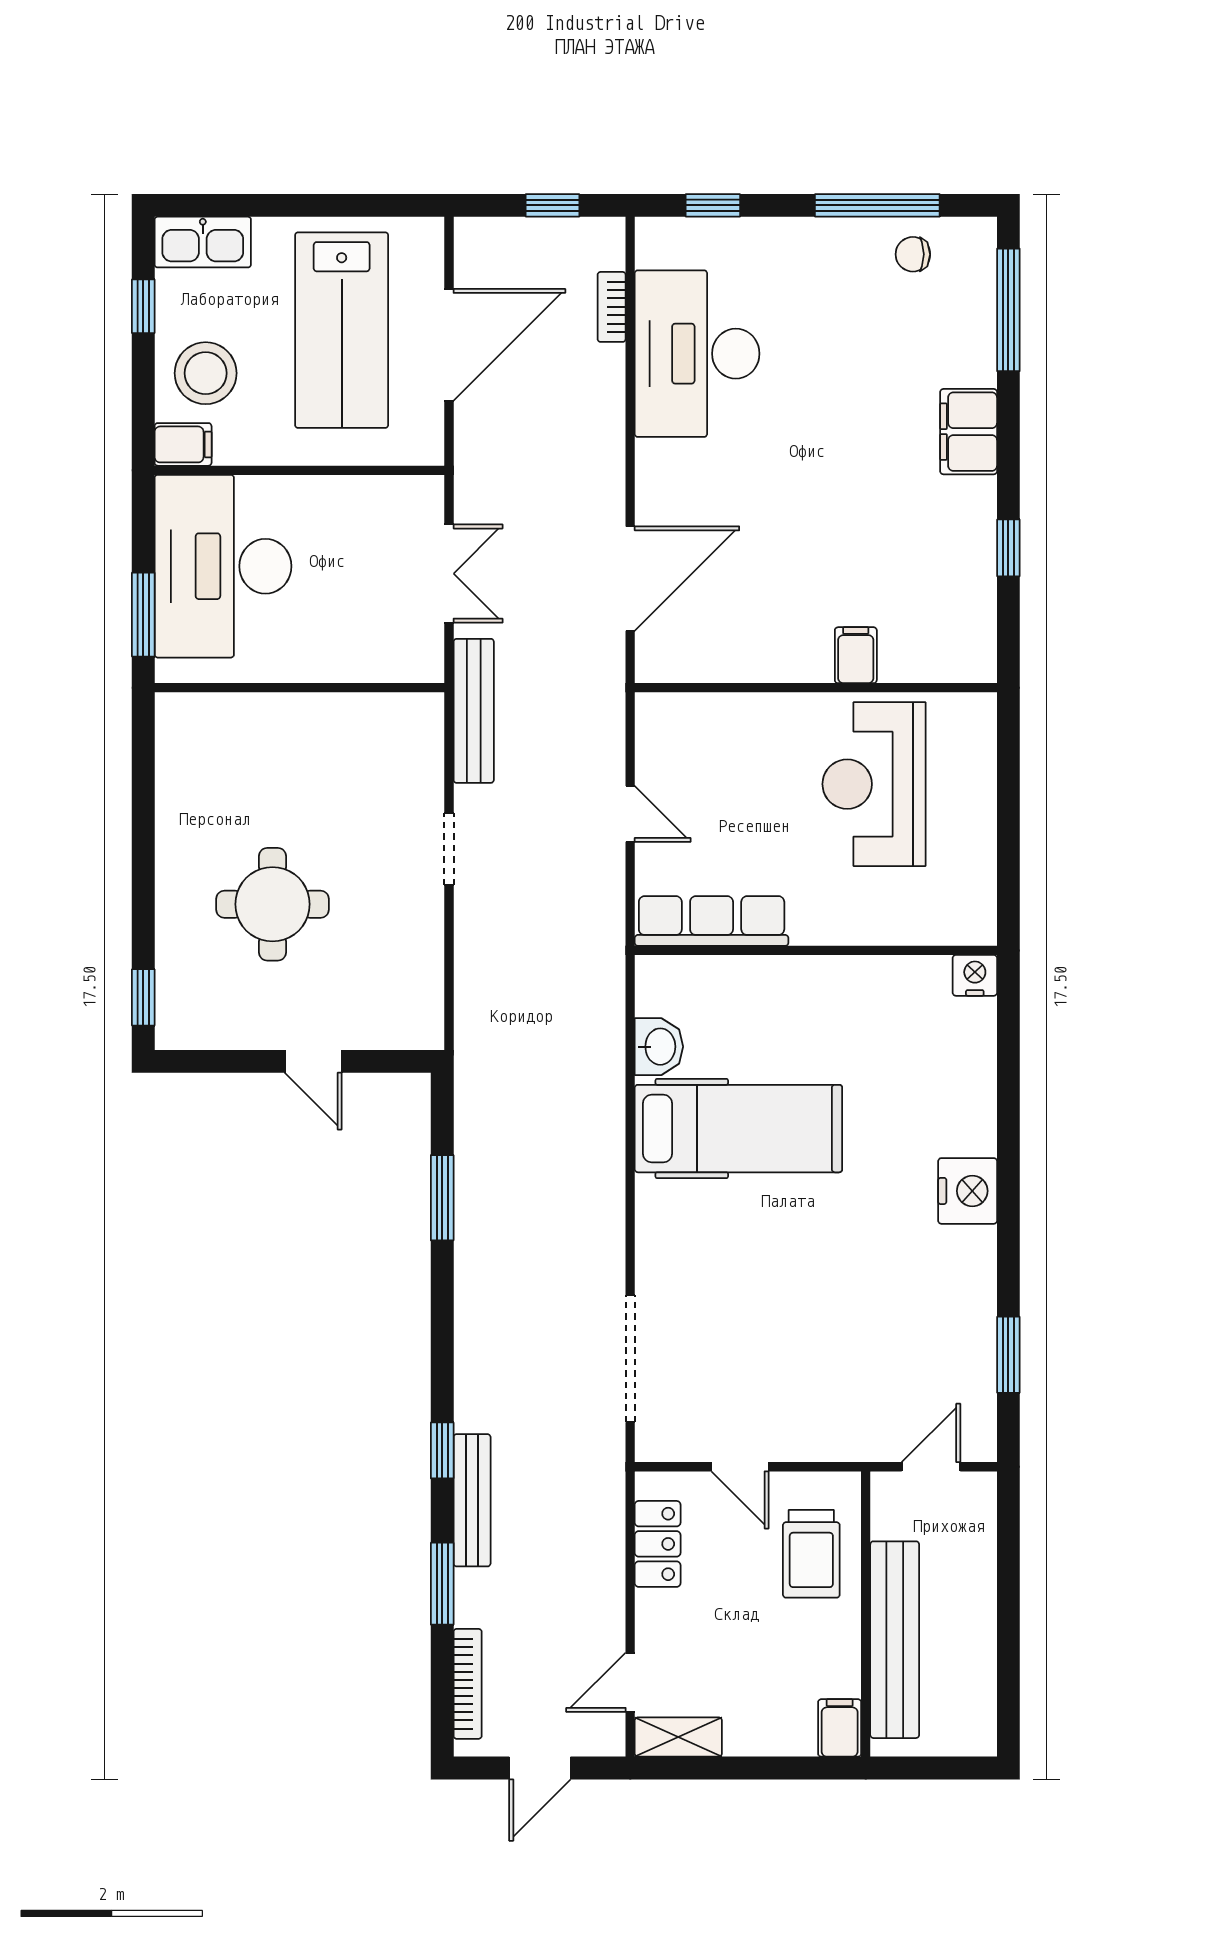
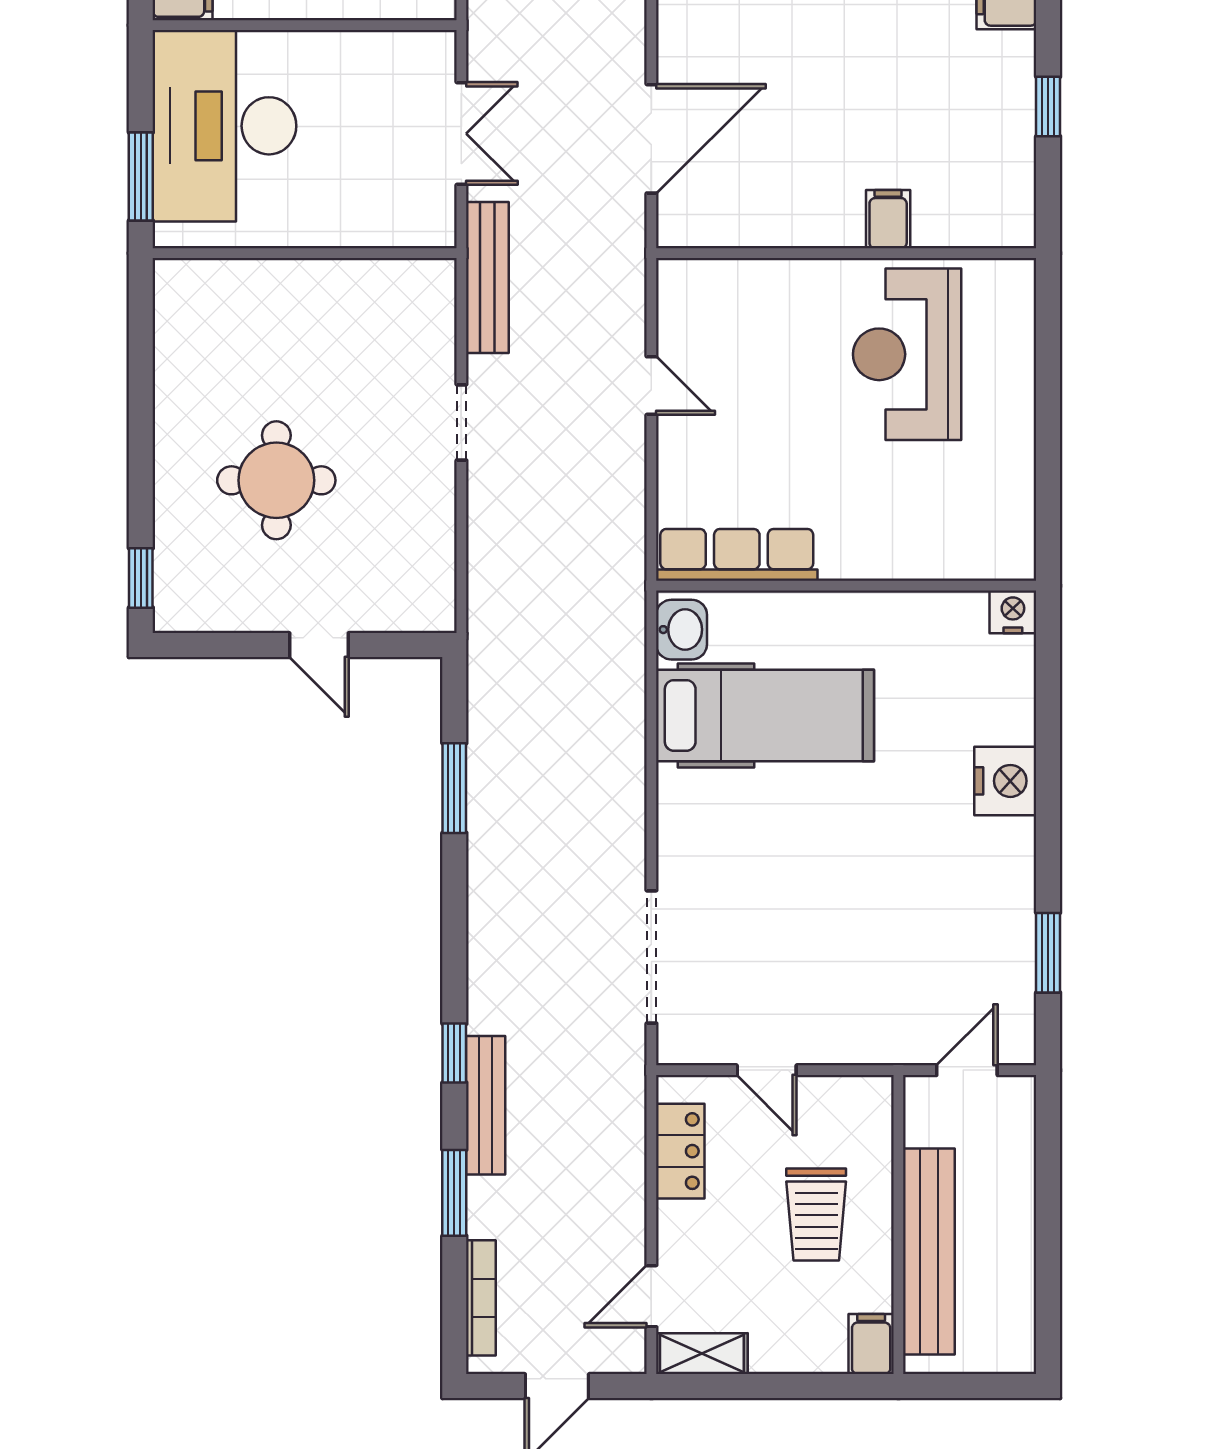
row of seats: (712, 921) -> (737, 555), moved
wall: (816, 950) -> (846, 586), moved
nightstand: (975, 975) -> (1013, 612), moved
trolley: (811, 1554) -> (816, 1215), moved

